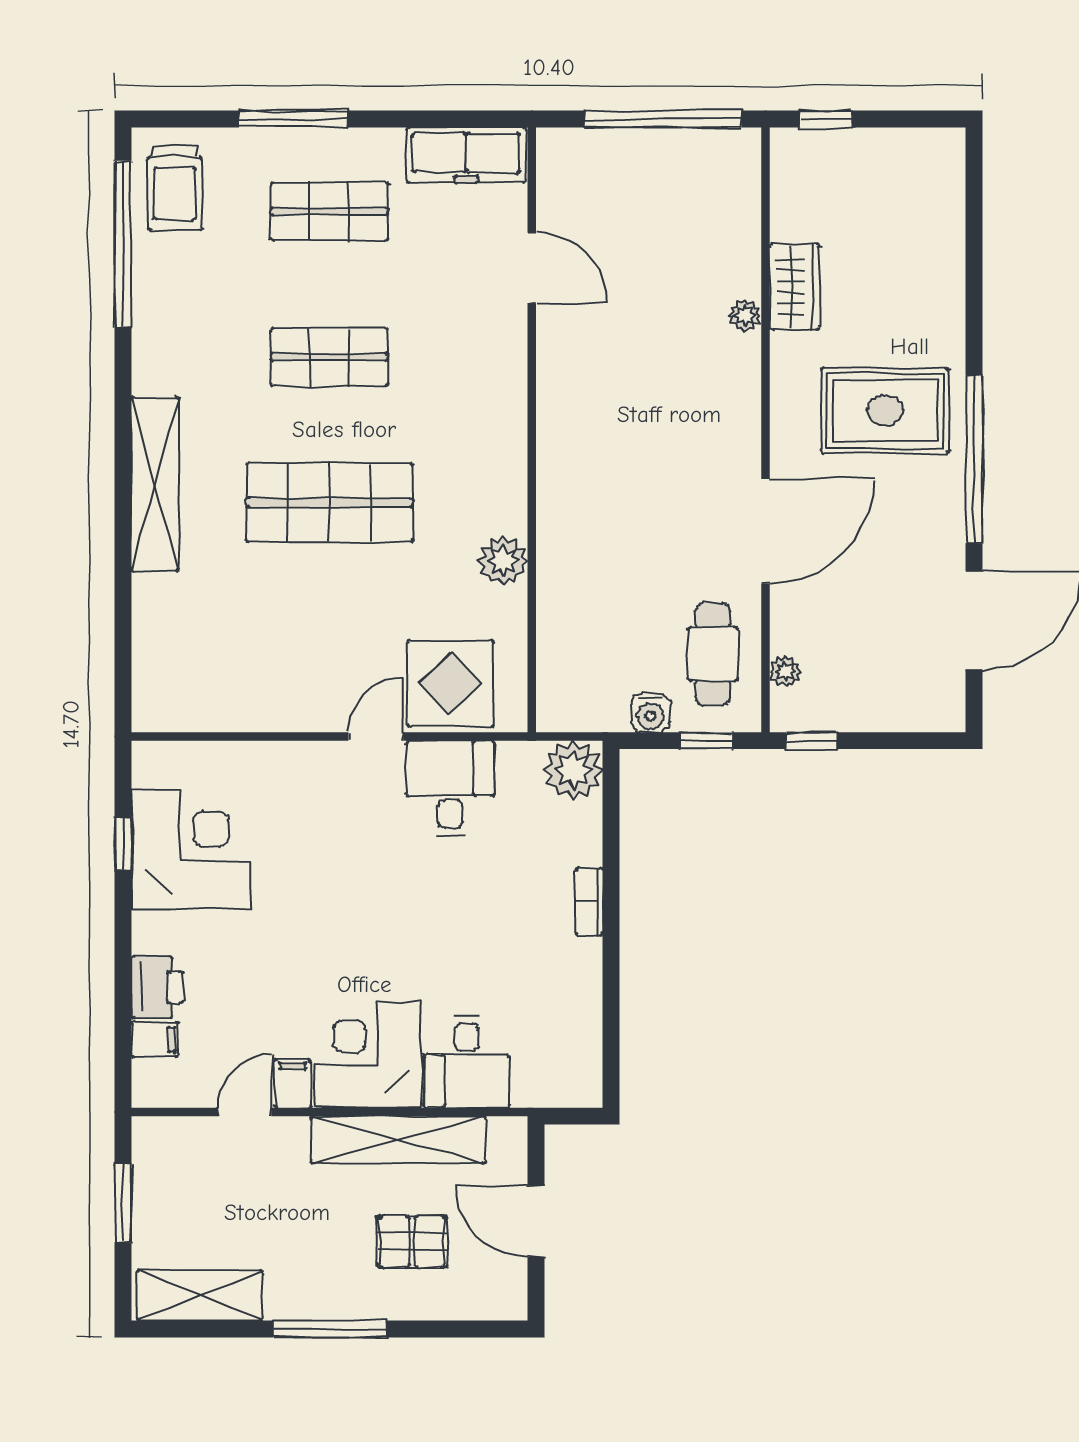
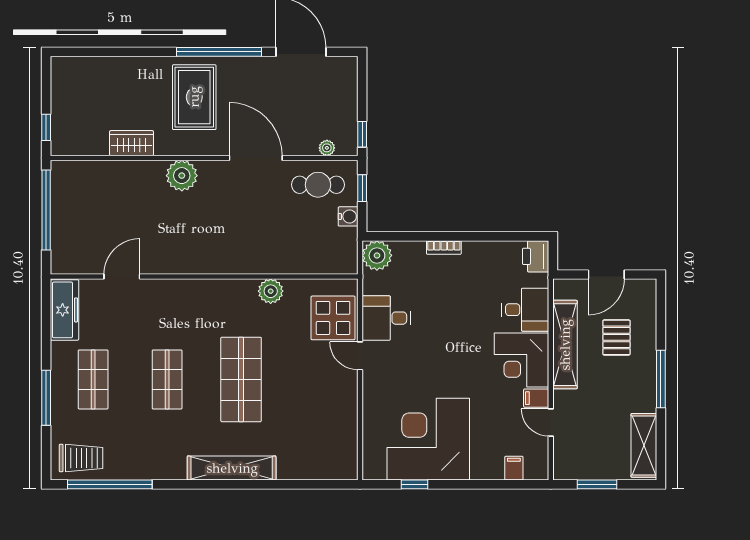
plant: (745, 315) -> (182, 176), moved, width x1.88, depth x1.88
corner desk: (191, 850) -> (428, 439), width x1.36, depth x1.36
printer: (157, 987) -> (536, 256), moved, turned -90

